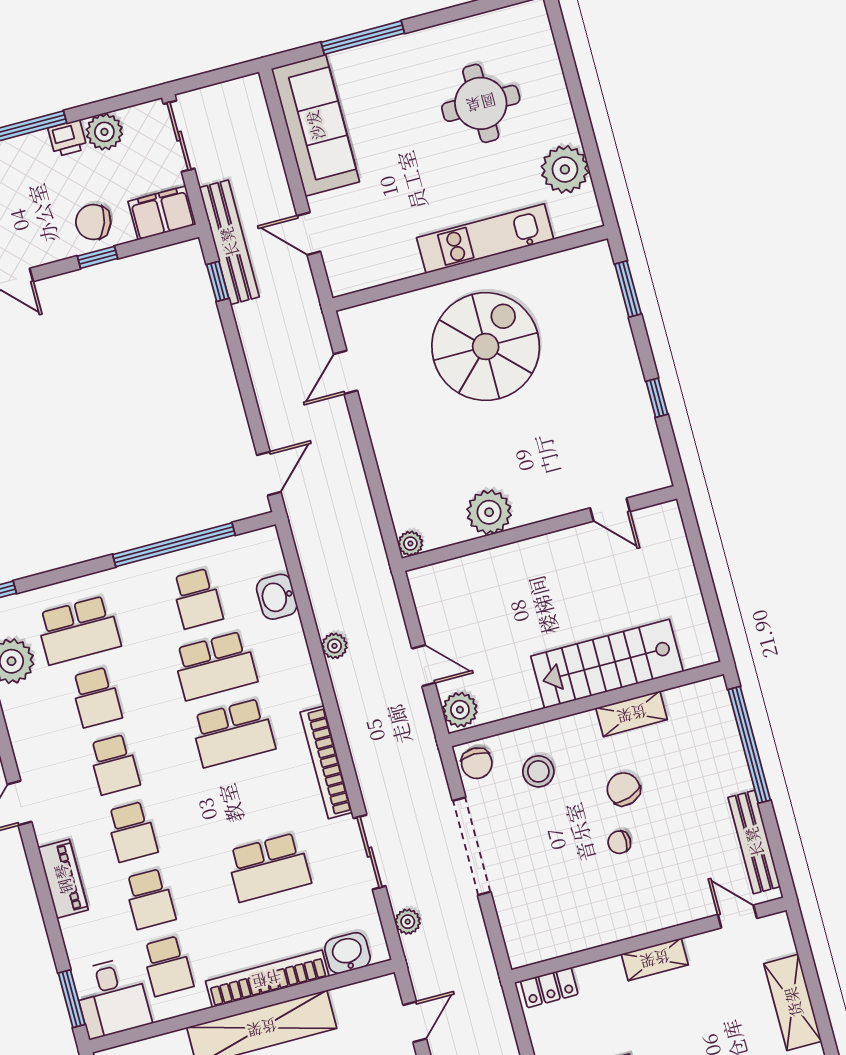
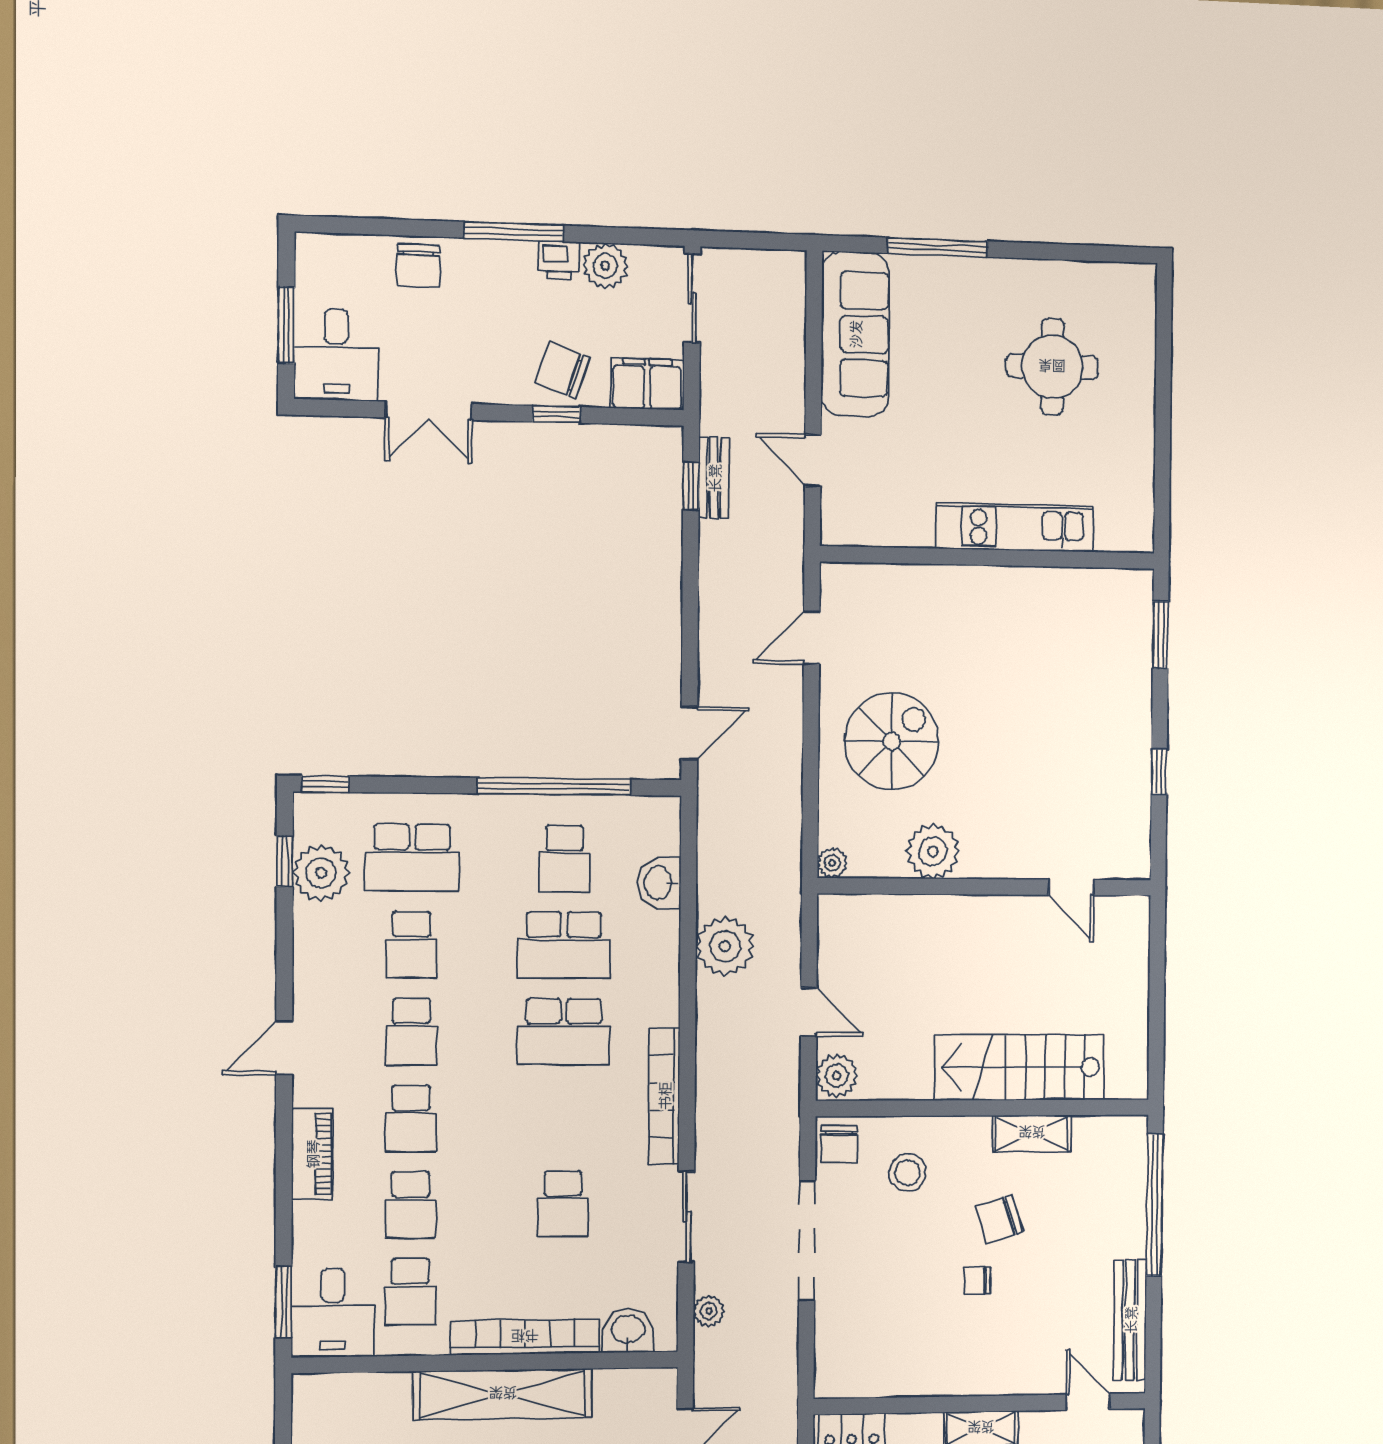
plant: (565, 169) -> (1127, 474), removed
bench: (229, 242) -> (714, 478), width x0.54, depth x0.82
spiral stairs: (486, 347) -> (892, 741), moved, width x0.73, depth x0.73
plant: (334, 646) -> (725, 946), width x1.88, depth x1.88
chair: (623, 789) -> (999, 1219), turned -89
school desk: (269, 867) -> (563, 1204), width x0.54

